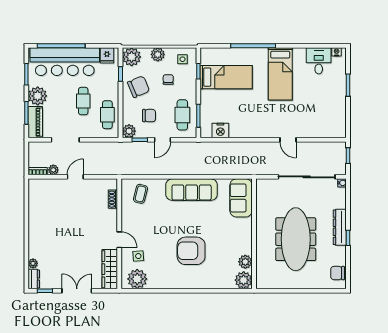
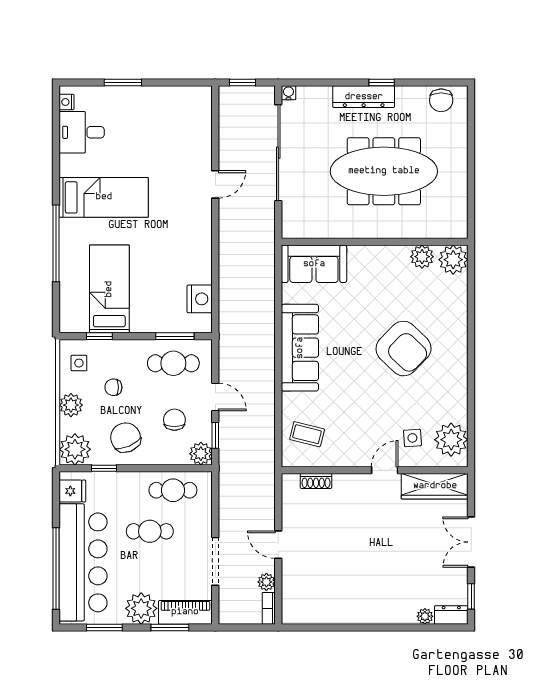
armchair: (191, 251) -> (404, 349), turned -46

